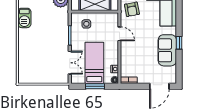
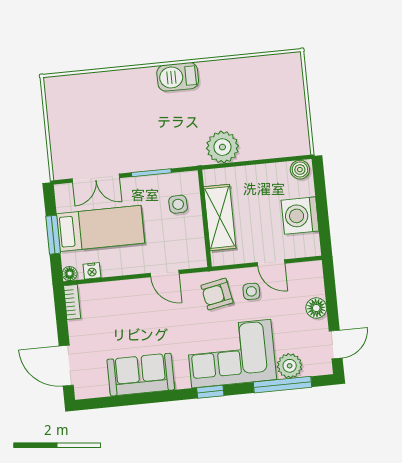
door: (119, 34) -> (165, 273), hinge flipped
window: (179, 43) -> (210, 392), moved

